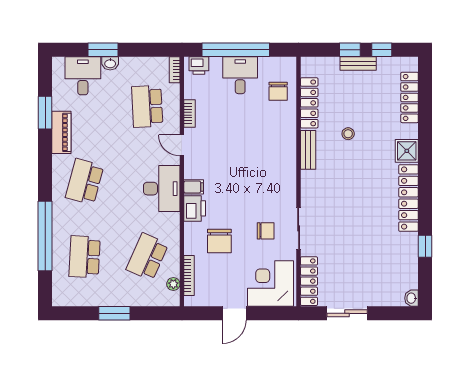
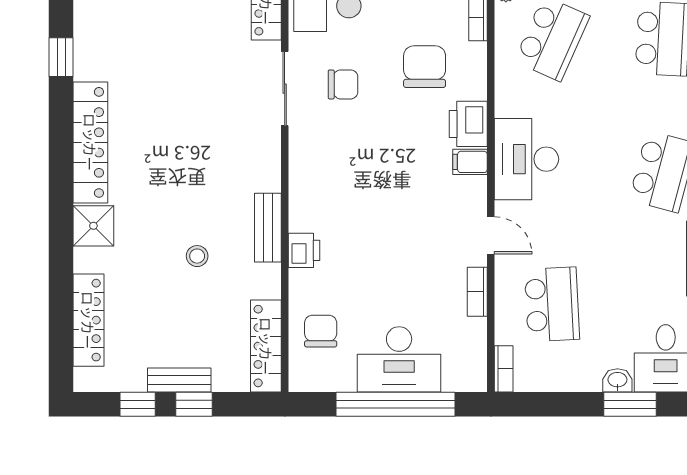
printer: (199, 66) -> (304, 250), moved, turned 90
desk: (240, 75) -> (399, 359), width x1.37
locker: (309, 103) -> (266, 346), moved
chair: (266, 231) -> (343, 84), turned 180

